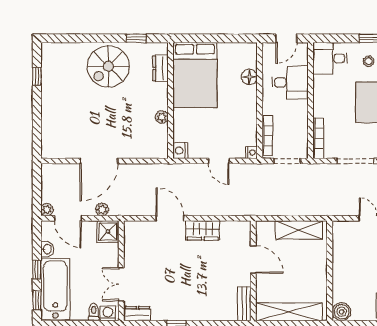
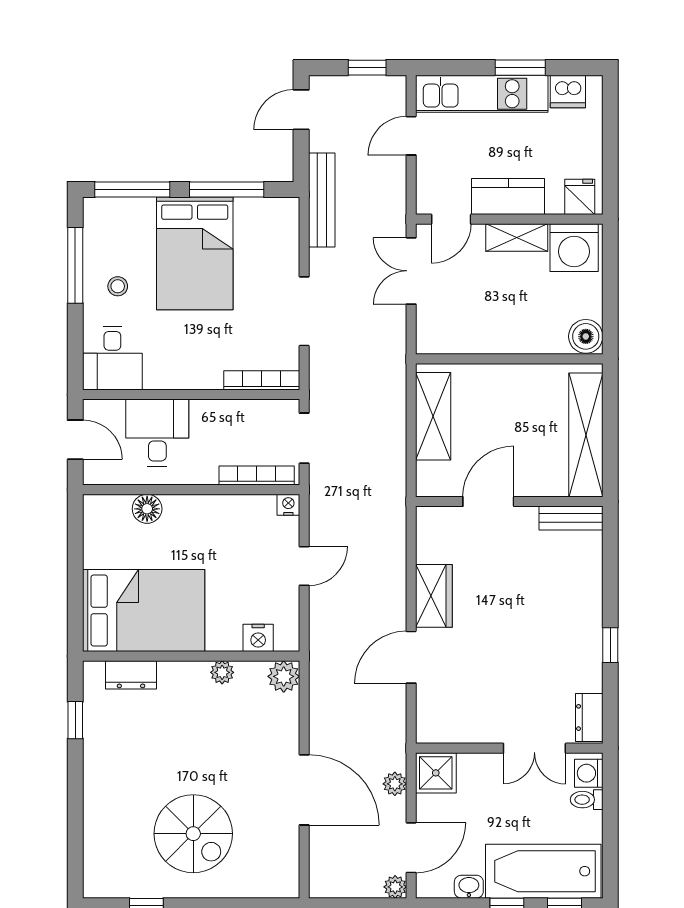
spiral stairs: (108, 66) -> (193, 834), moved
plant: (160, 150) -> (284, 676), added
nightstand: (180, 151) -> (258, 638), moved

